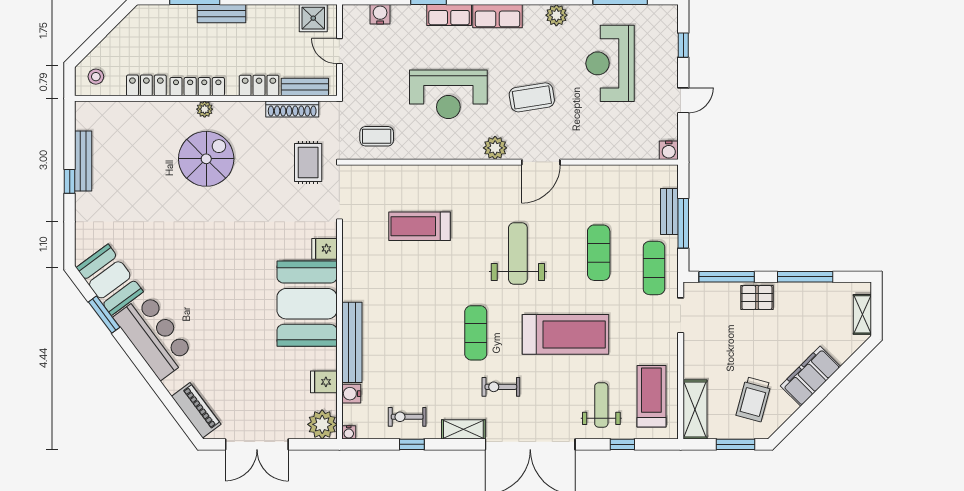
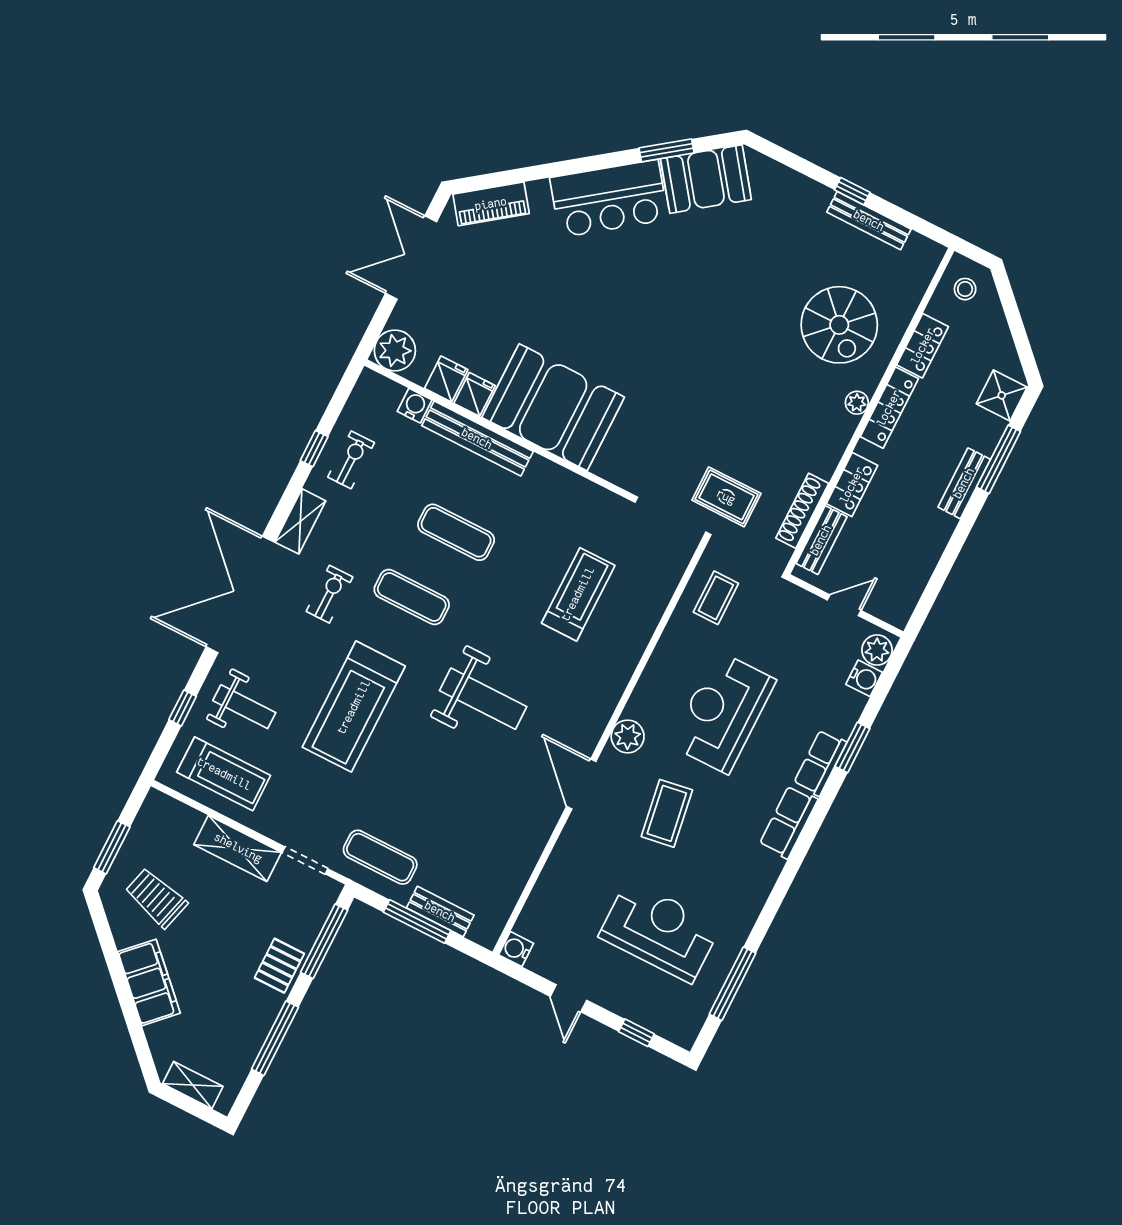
plant: (556, 15) -> (877, 650), moved
shower: (313, 18) -> (1002, 395), moved
spiral stairs: (206, 159) -> (839, 325), moved
fridge: (324, 249) -> (474, 394), moved
exercise mat: (599, 253) -> (456, 532), moved
shelving: (695, 410) -> (238, 848), moved
water cooler: (349, 432) -> (368, 378), removed

